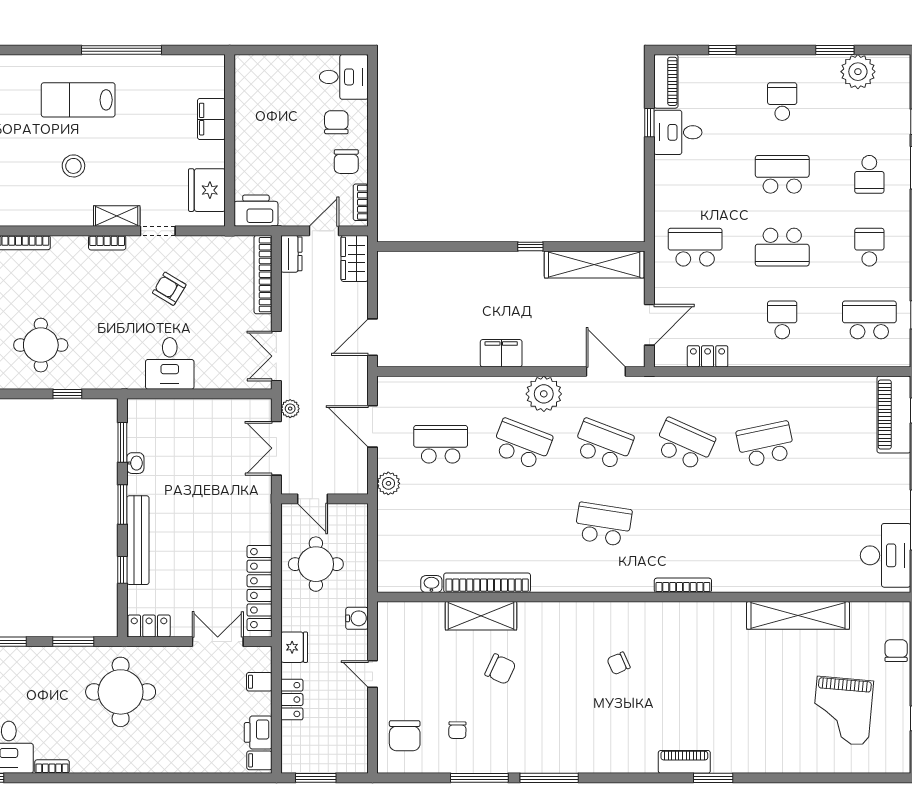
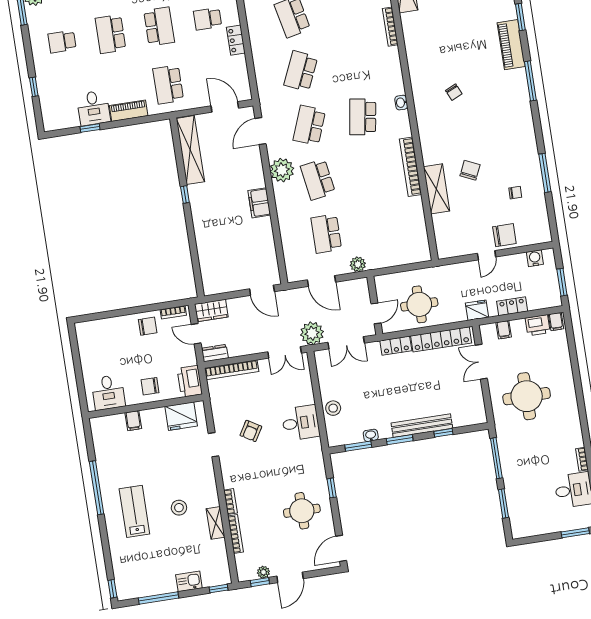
desk: (344, 77) -> (108, 392), moved, turned 180
piano: (666, 81) -> (129, 111), moved
lab bench: (78, 100) -> (134, 511), turned 180
filing cabinet: (211, 119) -> (133, 421), width x0.50
chair: (336, 122) -> (150, 386), moved
shelving: (117, 216) -> (216, 523), moved
bookcase: (107, 243) -> (230, 502), moved
locker: (708, 356) -> (236, 40), moved
plant: (290, 409) -> (312, 333), width x1.87, depth x1.87
stool: (184, 414) -> (333, 408), added
door: (372, 426) -> (321, 281), hinge flipped
school desk: (522, 444) -> (318, 179), turned -30
bookcase: (487, 583) -> (410, 167), moved
washbasin: (431, 584) -> (401, 103), moved
bookcase: (683, 585) -> (390, 27), moved
water cooler: (357, 618) -> (535, 258), moved
locker: (149, 626) -> (396, 346), moved, turned -90
window: (73, 642) -> (496, 458), width x1.44
round table: (121, 692) -> (527, 396), moved
chair: (405, 736) -> (504, 235), moved
piano: (684, 762) -> (511, 45), width x1.37, depth x1.33
window: (549, 778) -> (530, 81), moved

